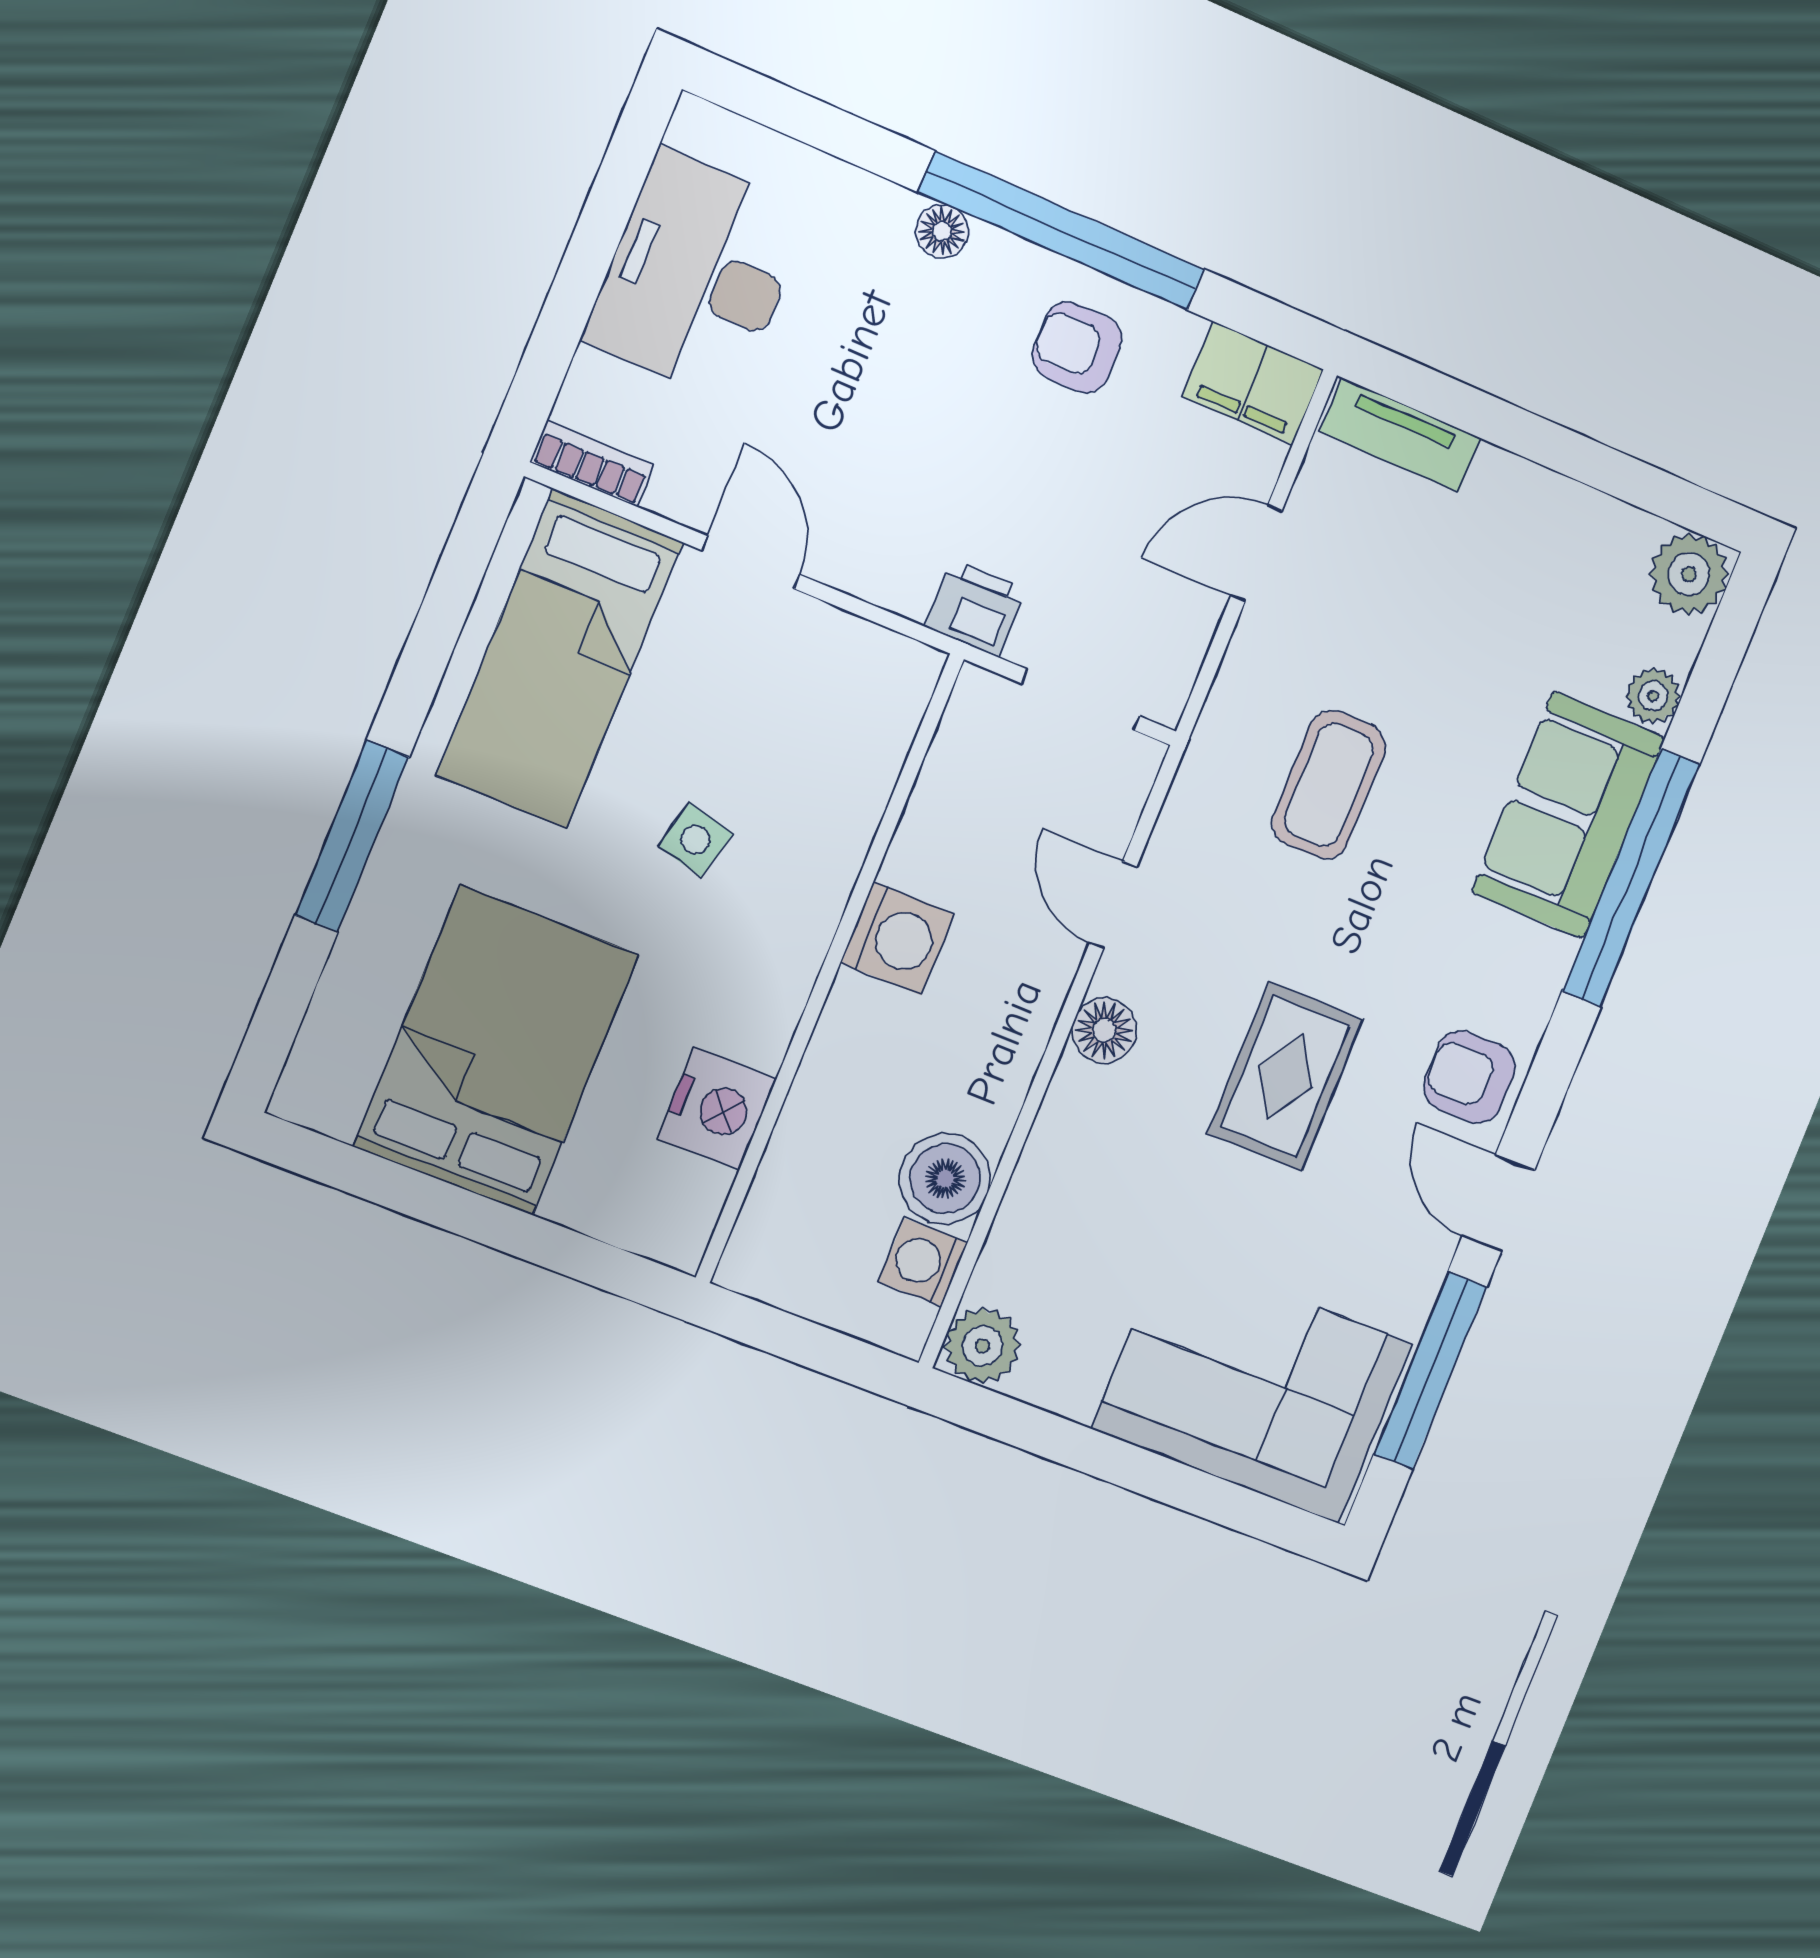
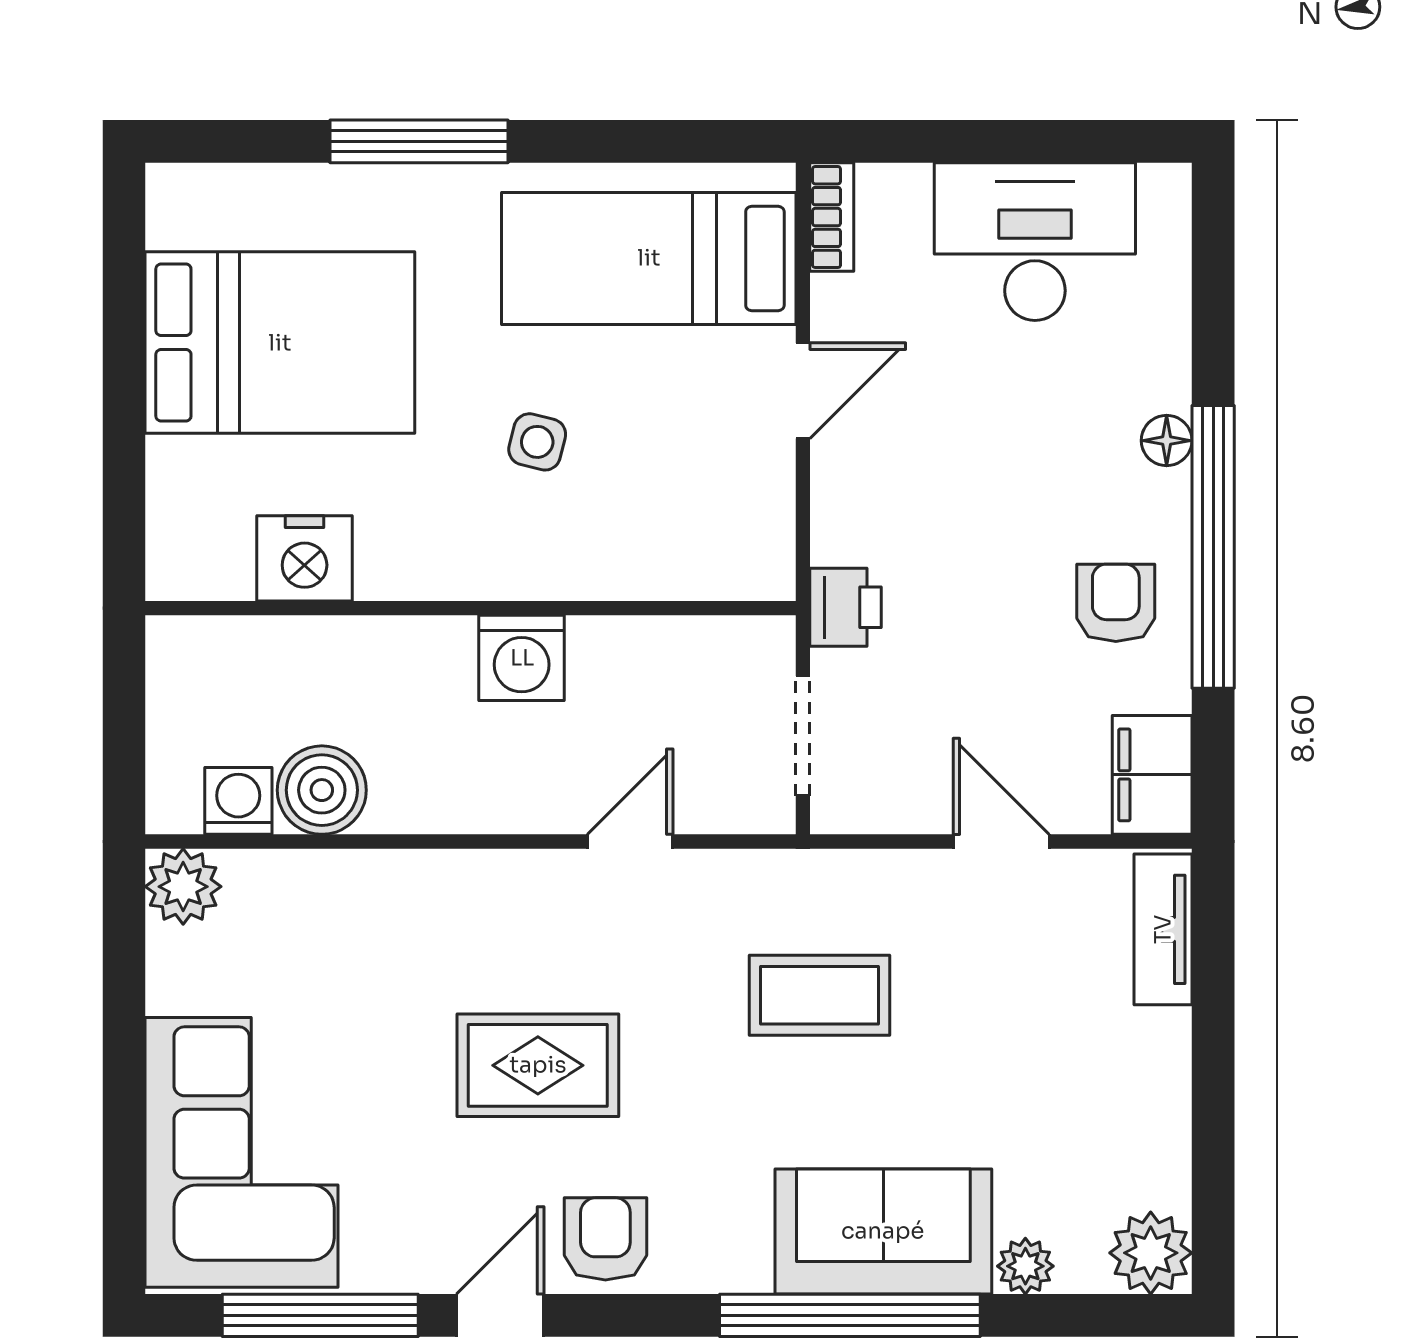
floor lamp: (1104, 1030) -> (513, 880), removed

